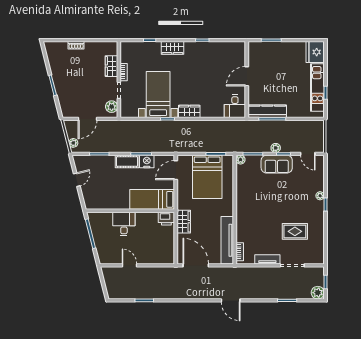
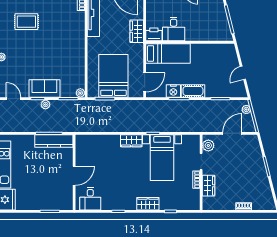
desk: (235, 106) -> (90, 199), moved, turned 180
desk: (124, 224) -> (174, 29), moved

